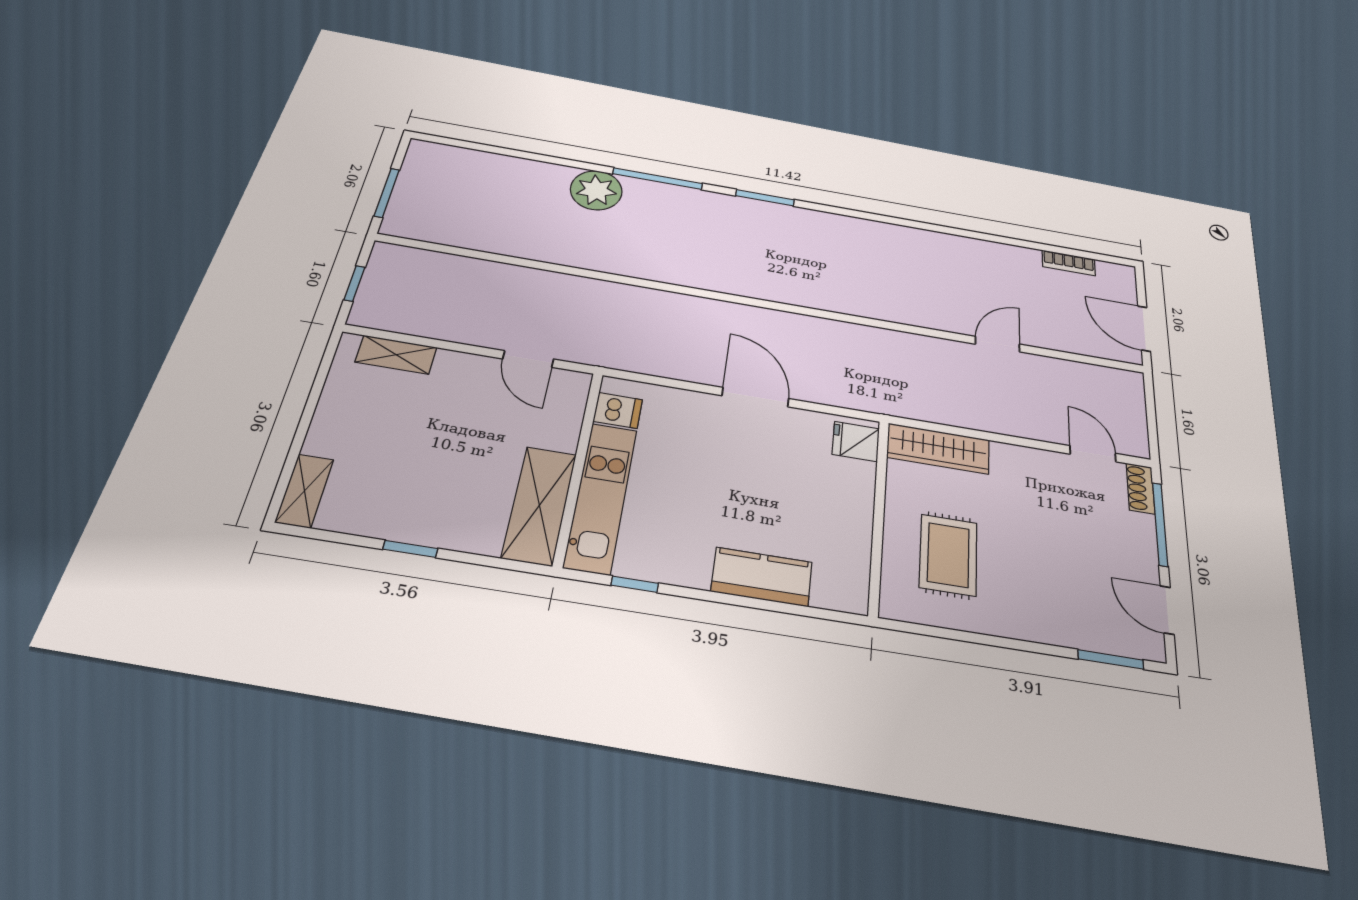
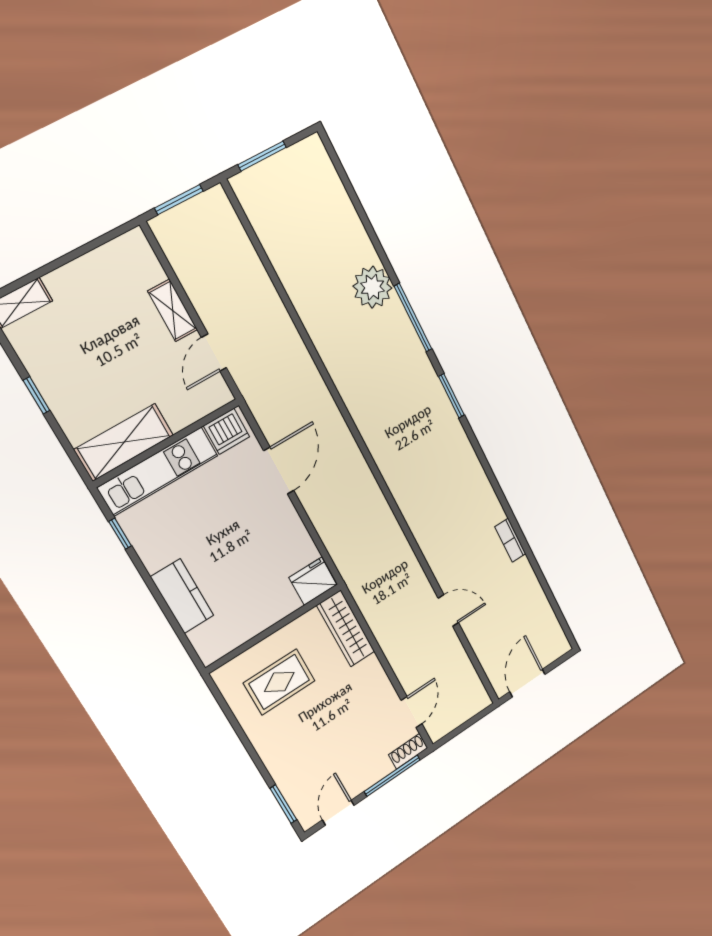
bookcase: (1069, 263) -> (510, 540), moved
window: (354, 284) -> (179, 200), width x1.50
shelving: (396, 355) -> (173, 310), moved
door: (755, 397) -> (279, 471), moved
dishwasher: (618, 410) -> (227, 431), width x1.38
fridge: (856, 442) -> (313, 581), width x1.38

